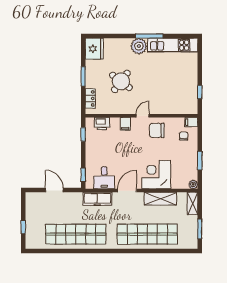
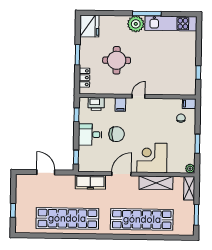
round table: (121, 81) -> (117, 60), turned -37
chair: (157, 130) -> (117, 134), moved, turned 180
desk: (104, 178) -> (90, 135), moved, turned 90

